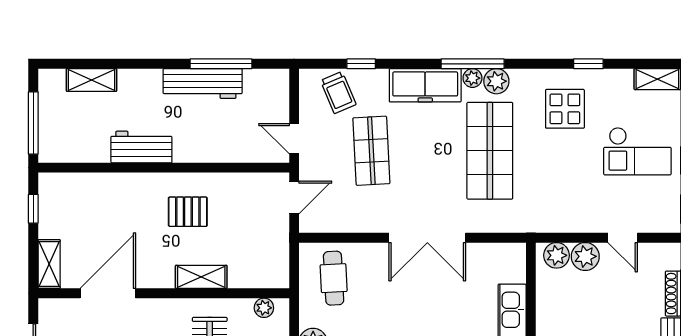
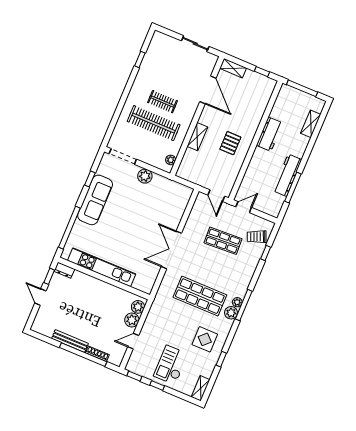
freezer: (425, 85) -> (243, 279), removed
cafe table: (334, 278) -> (171, 198), removed

